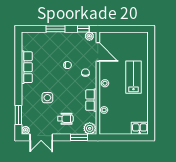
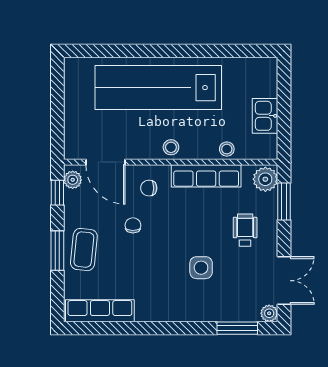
coffee table: (56, 42) -> (84, 250), added
door: (98, 52) -> (105, 162), swing flipped
row of seats: (27, 67) -> (100, 311), moved
lab bench: (133, 77) -> (158, 88), width x1.86, depth x1.39
row of seats: (91, 100) -> (206, 176), width x1.48
kitchen sink: (140, 128) -> (265, 116), moved

